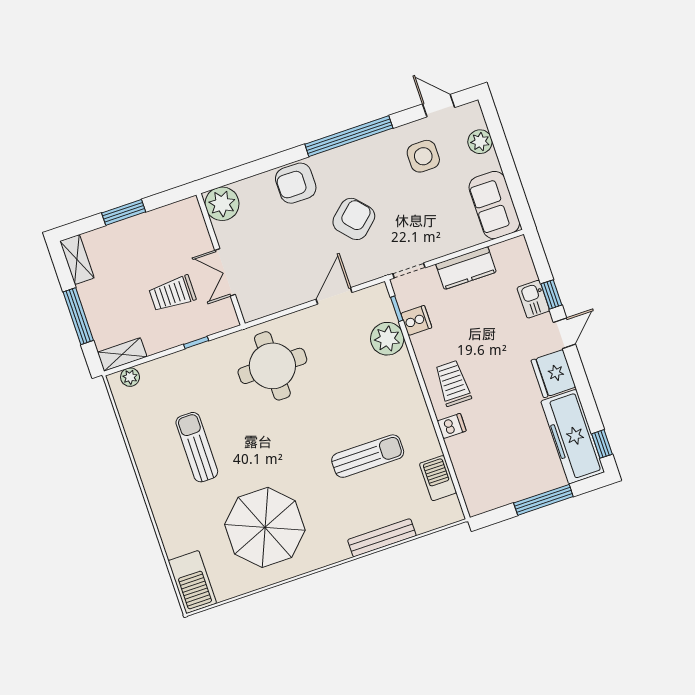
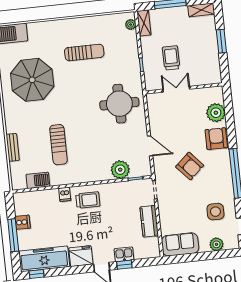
plant: (222, 204) -> (216, 113), moved
cooker: (416, 320) -> (23, 222), moved, turned -90
bench: (382, 538) -> (13, 147), width x0.73

